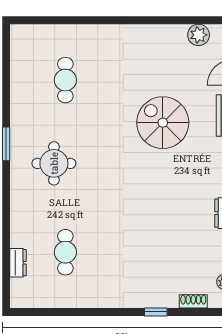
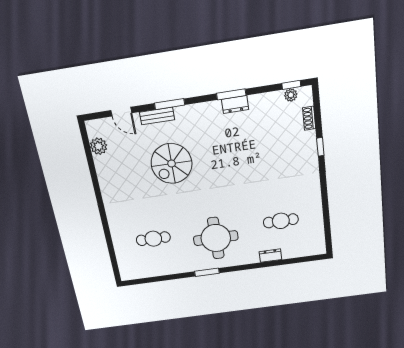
round table: (54, 163) -> (216, 238), width x1.36, depth x1.36
dresser: (18, 263) -> (270, 256), moved

